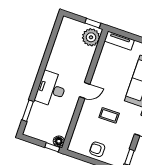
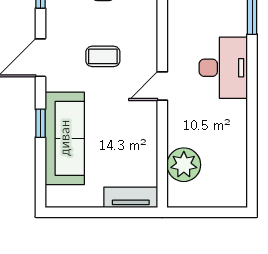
window: (93, 23) -> (189, 212), removed
plant: (91, 37) -> (184, 165), moved

